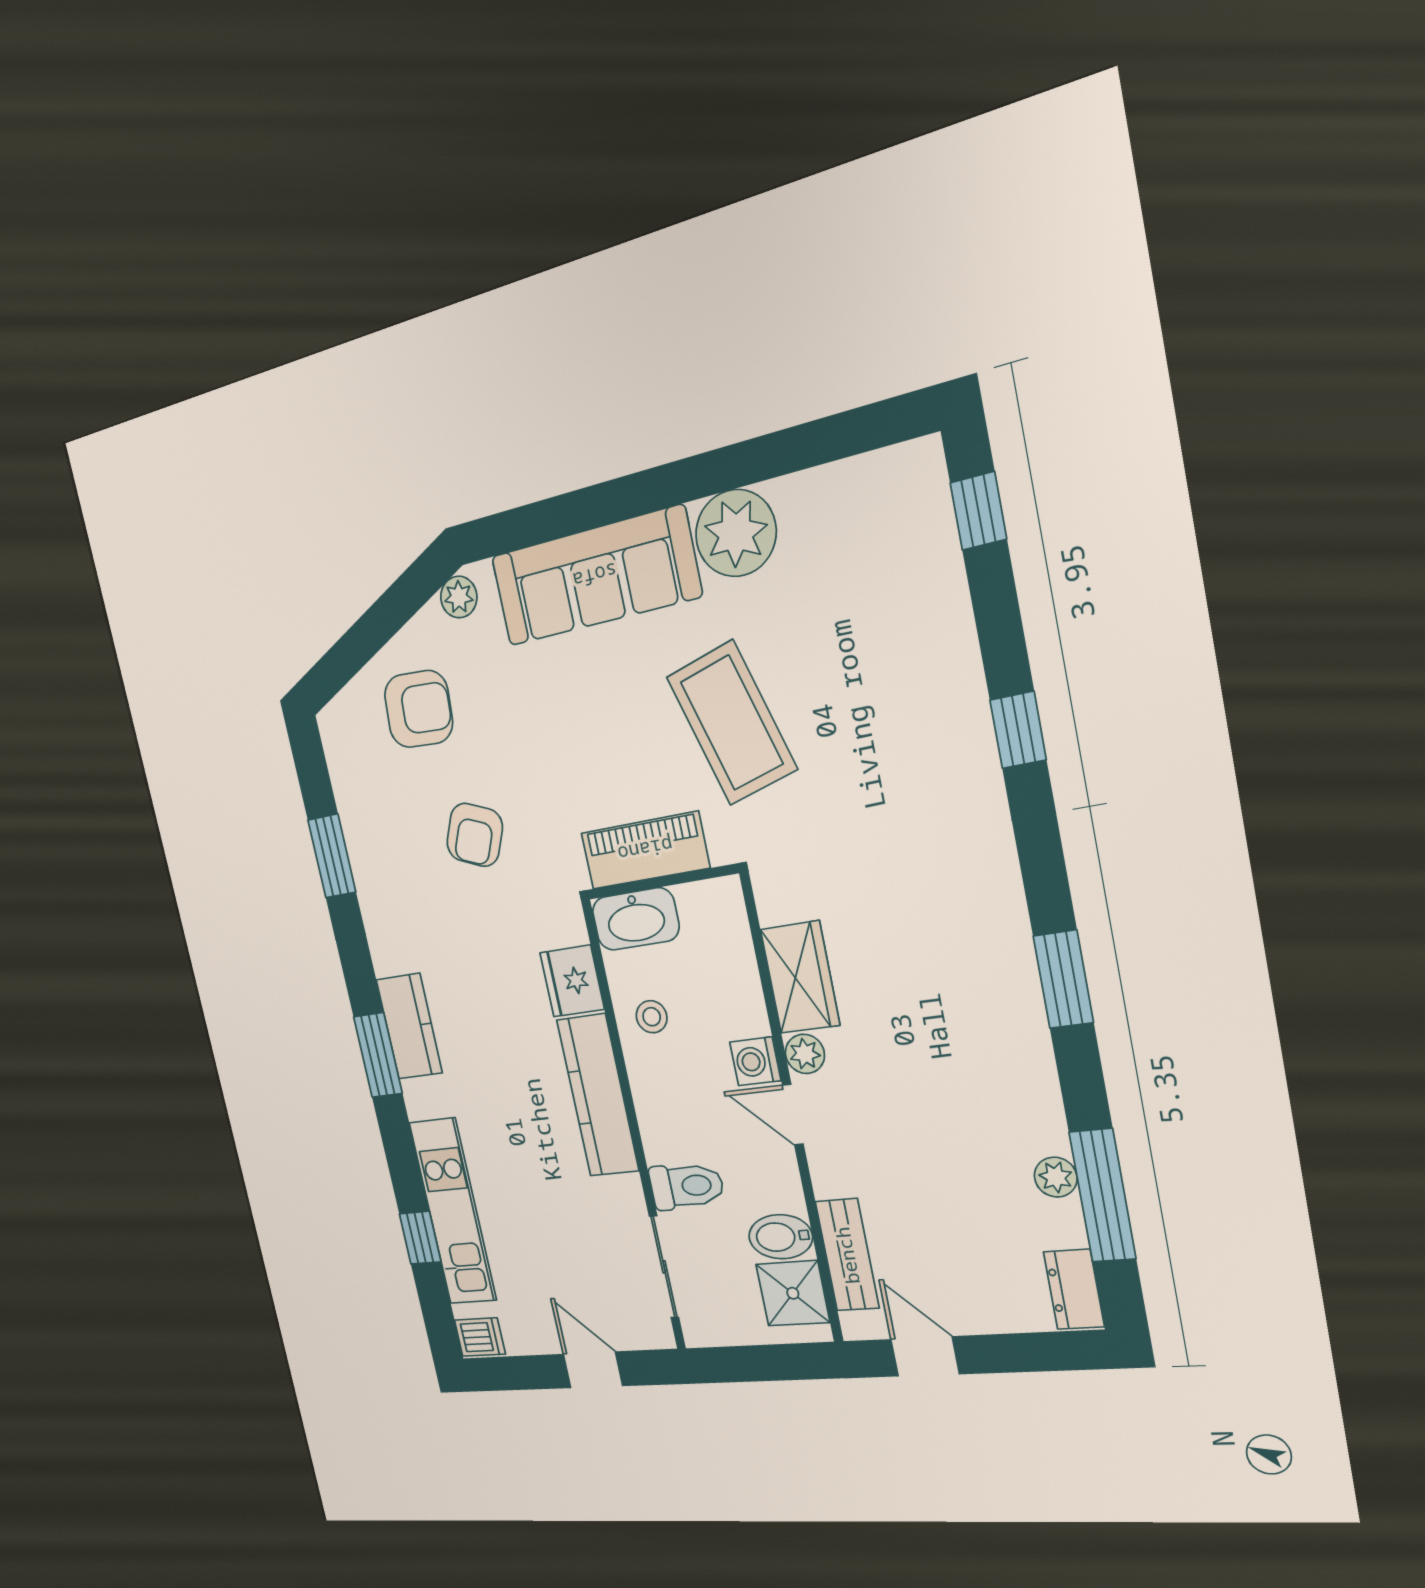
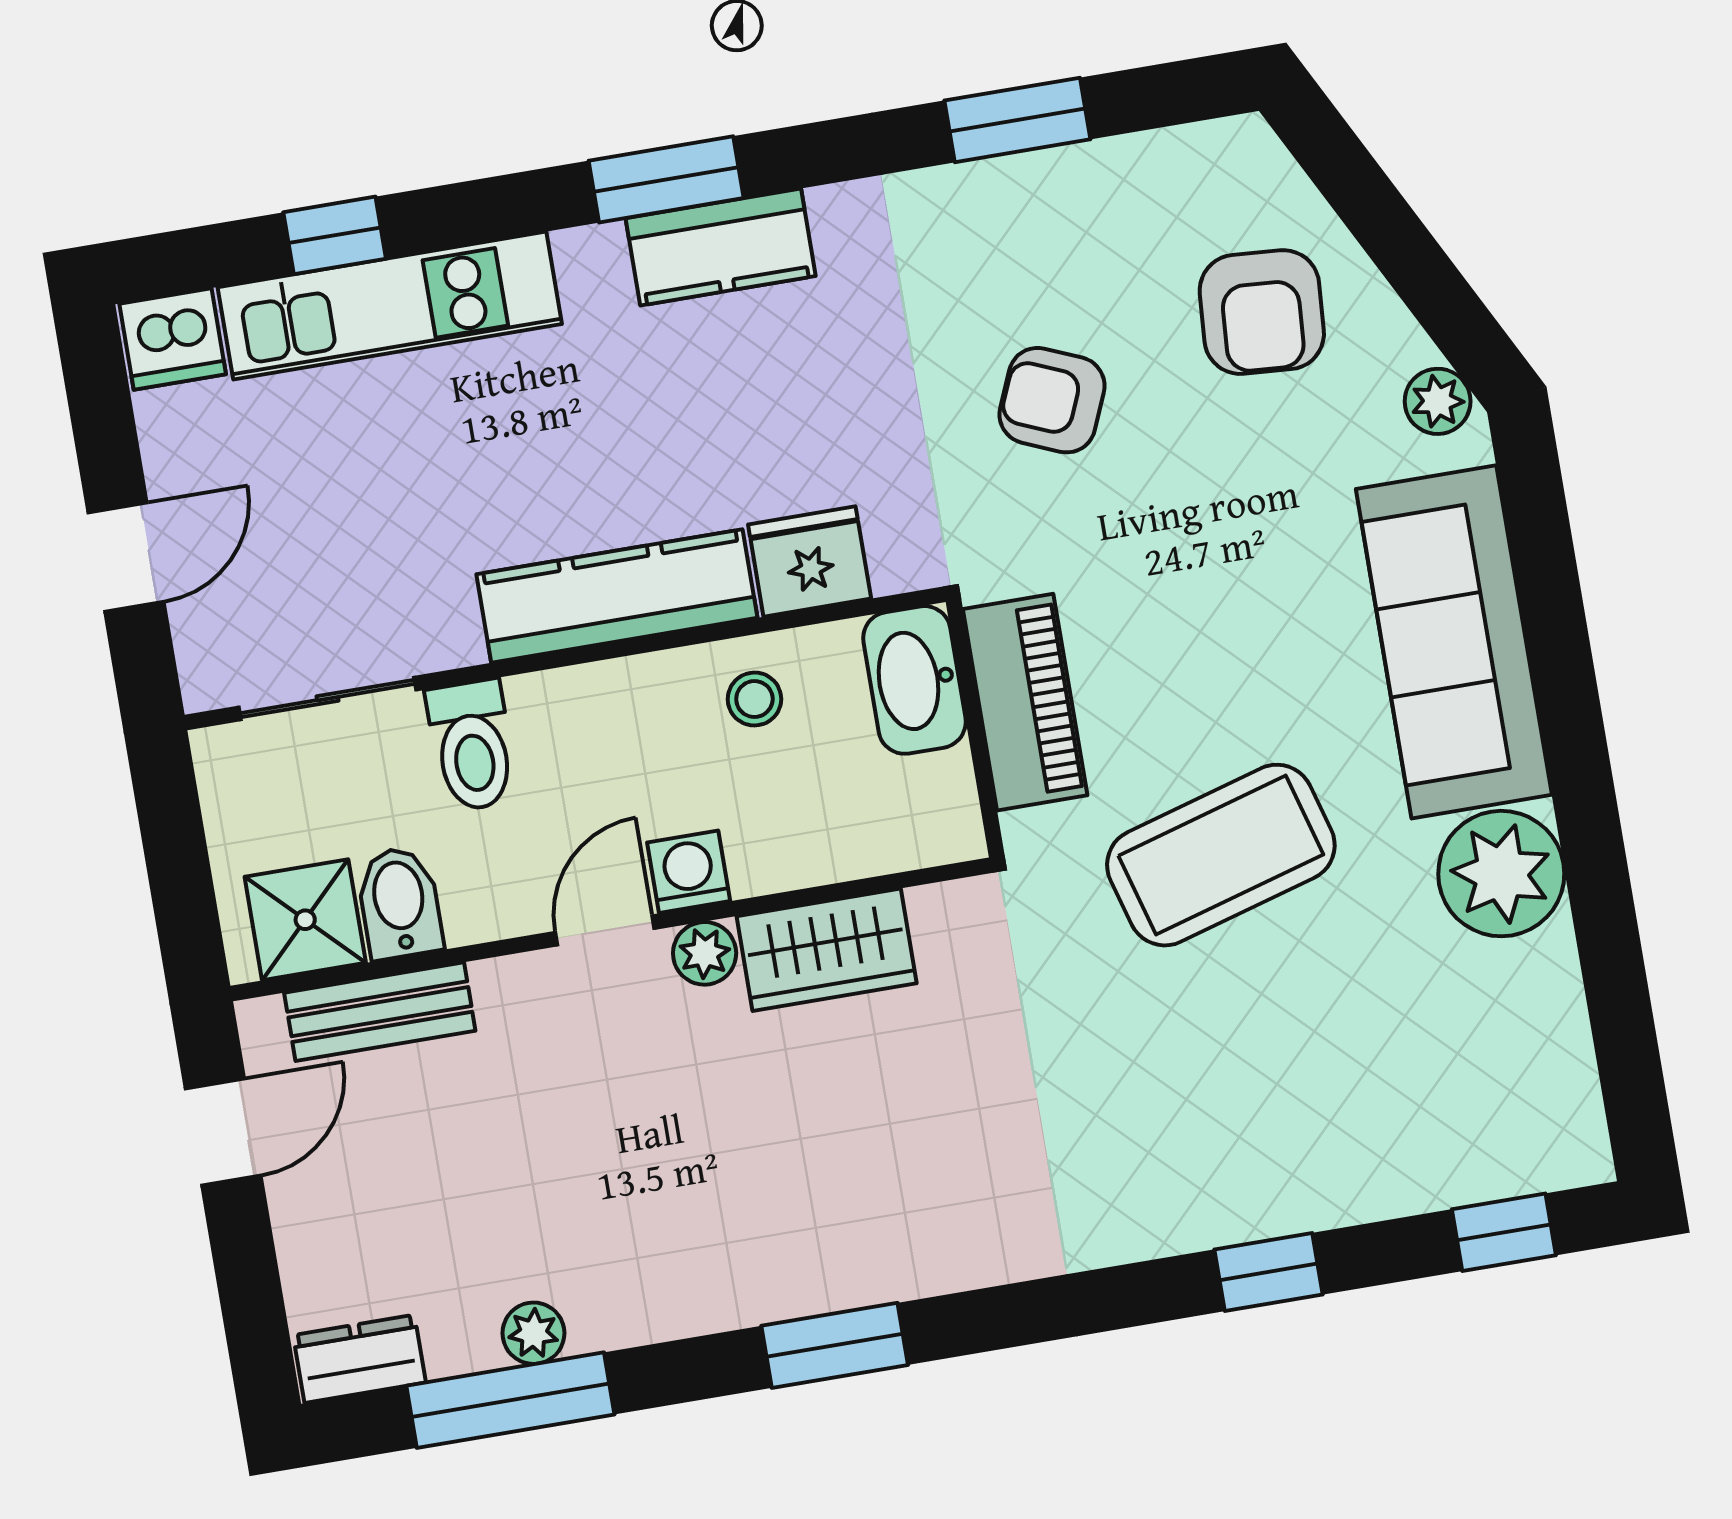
window: (1018, 730) -> (1268, 1272), moved
dishwasher: (480, 1337) -> (173, 339), width x1.38

